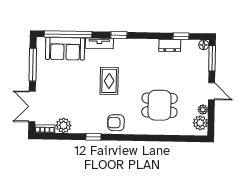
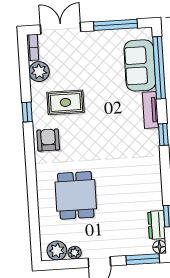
dresser: (170, 45) -> (157, 225), moved
rug: (109, 81) -> (65, 102), moved

